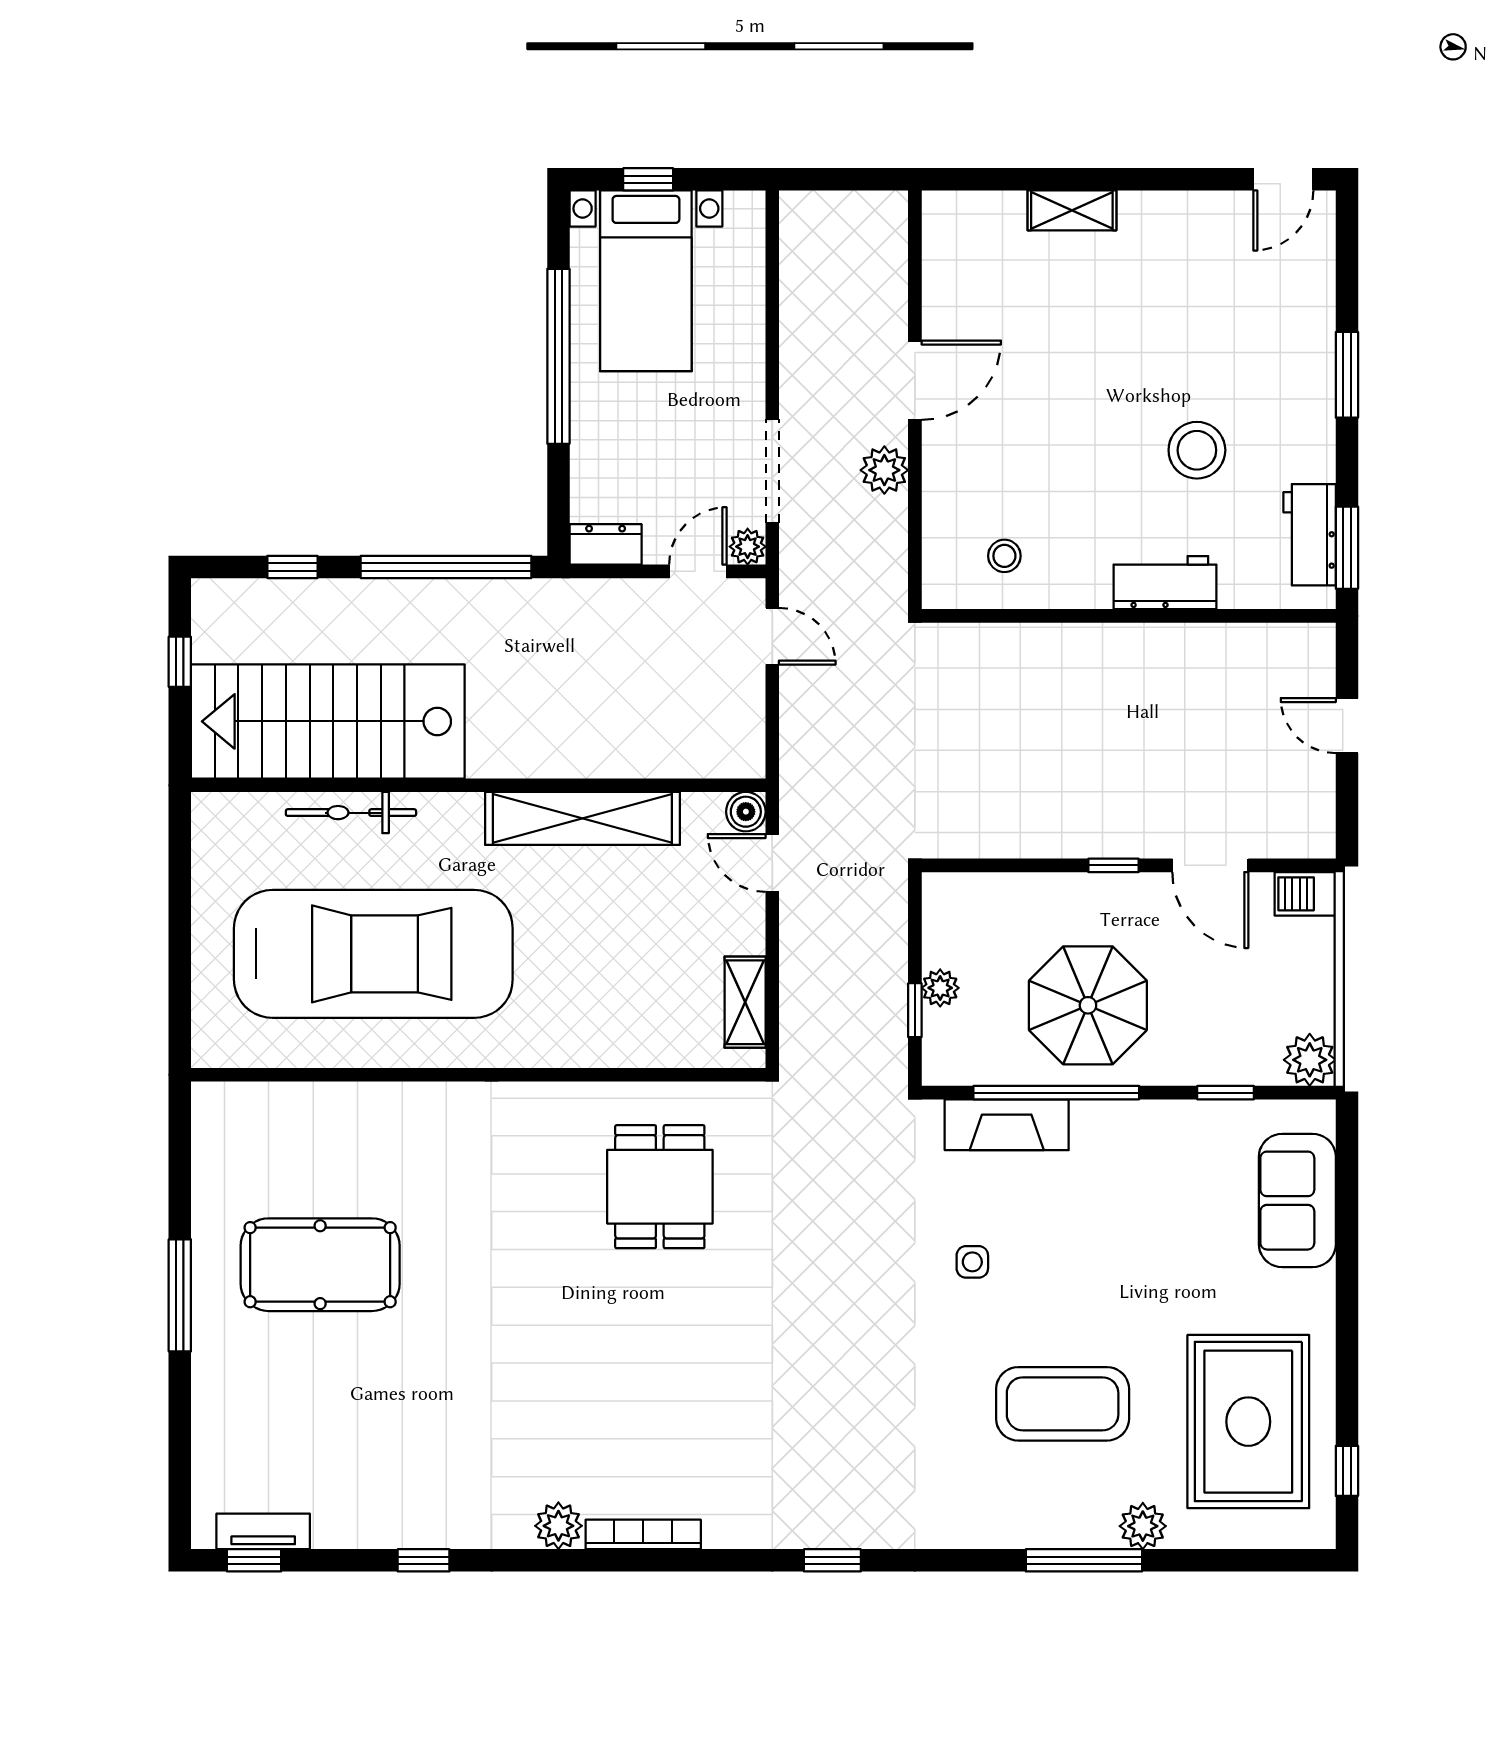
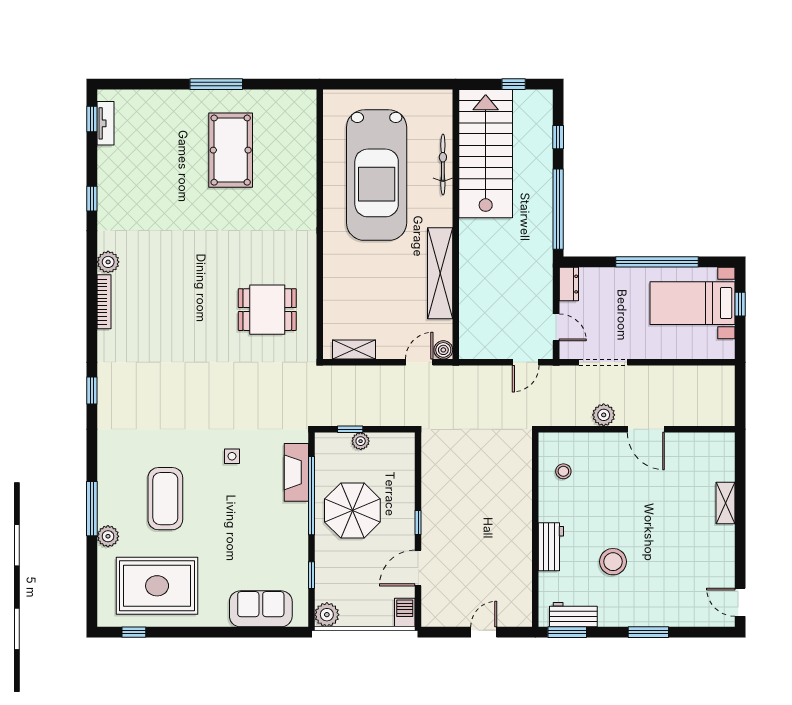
plant: (748, 547) -> (568, 351), removed

